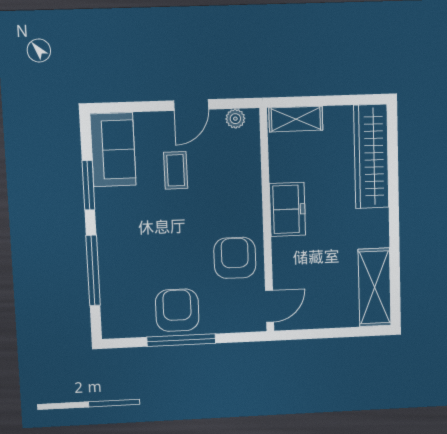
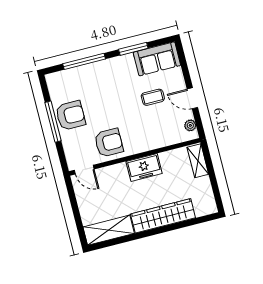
wardrobe: (371, 157) -> (163, 216), moved

